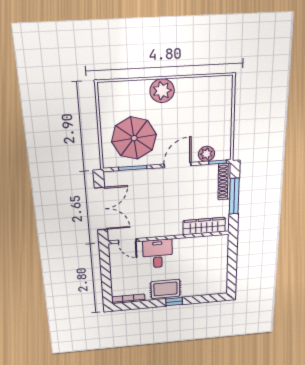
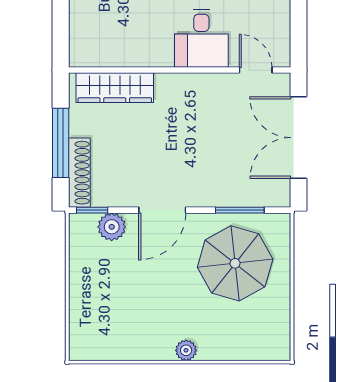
plant: (162, 91) -> (186, 350), width x0.53, depth x0.53

